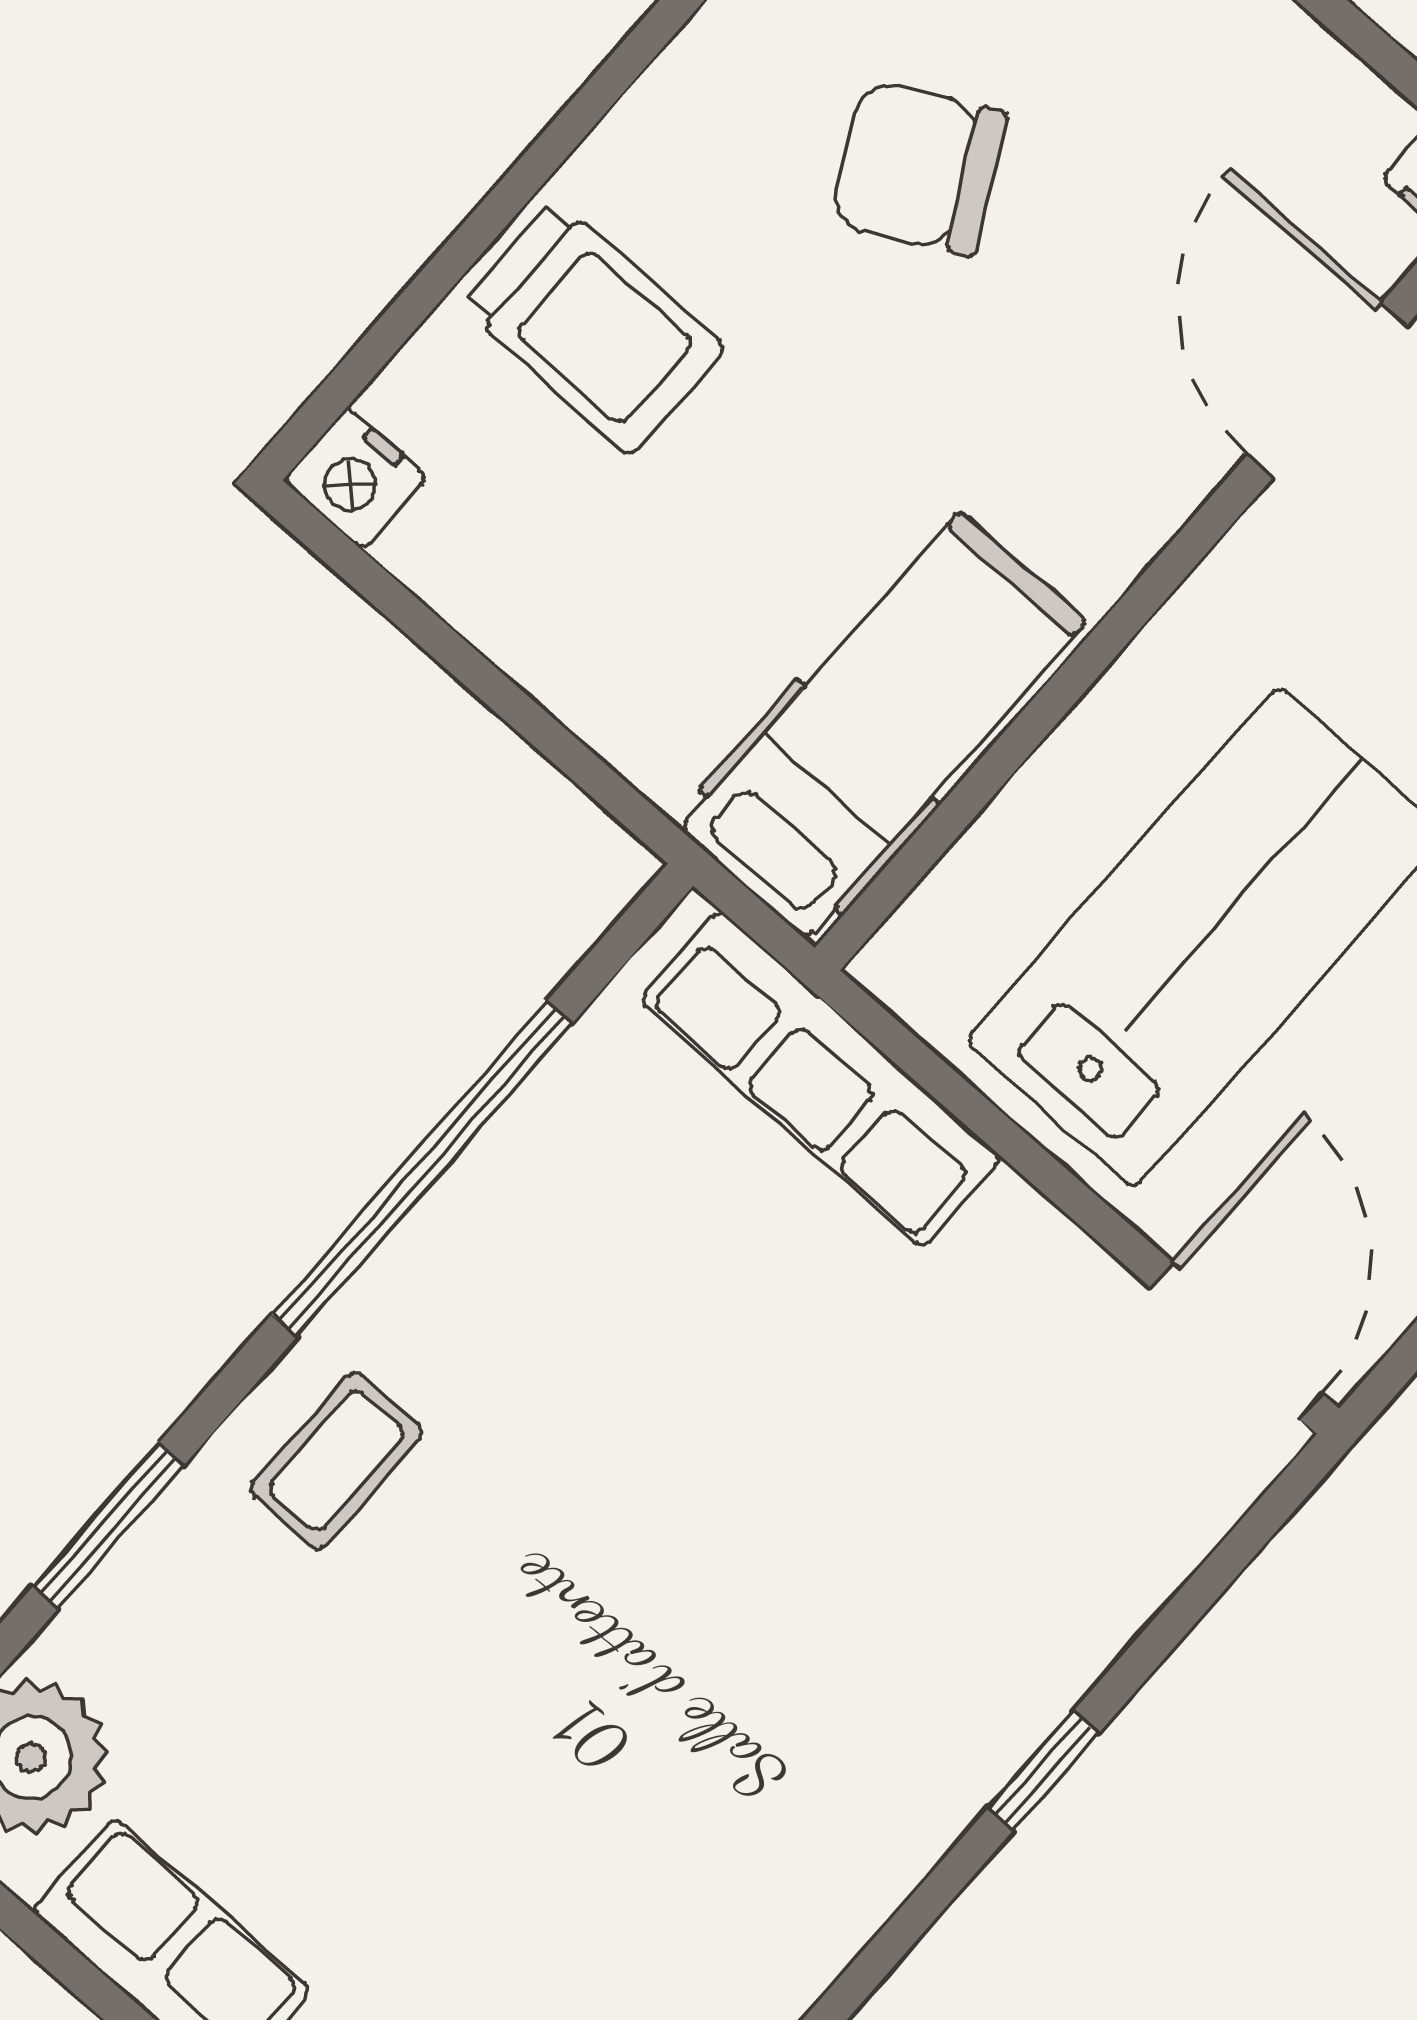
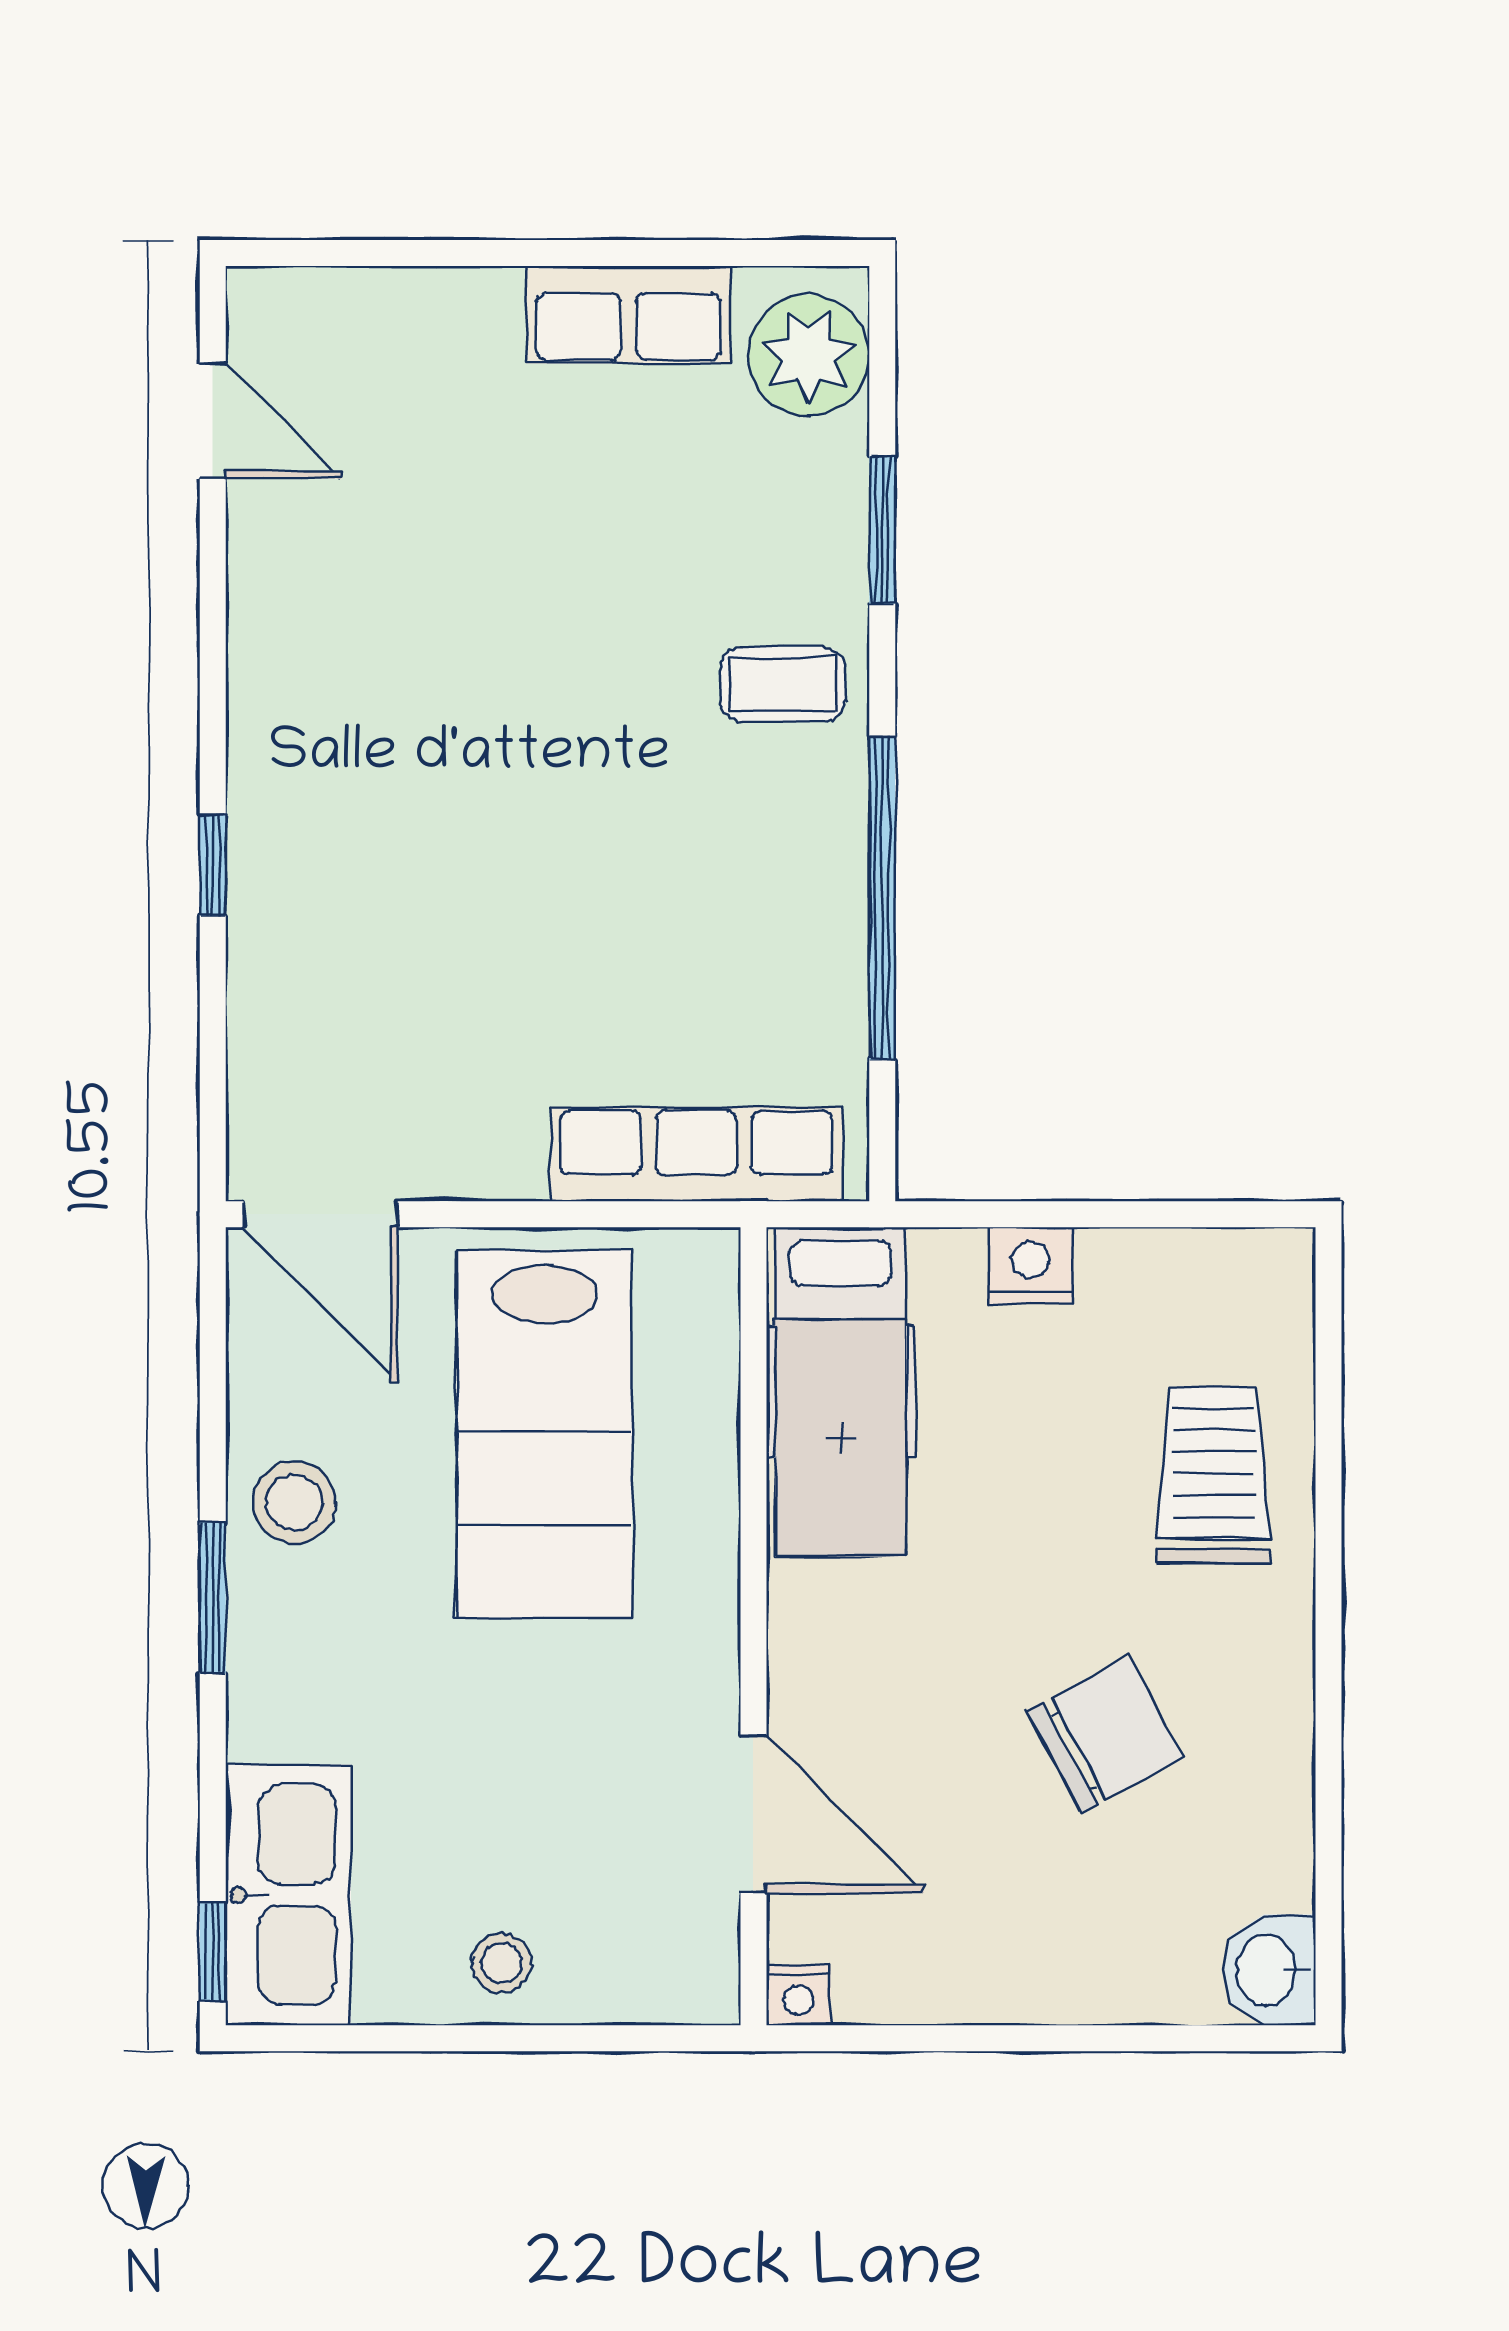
trolley: (593, 327) -> (1213, 1475), turned 90
nightstand: (355, 479) -> (1030, 1265), moved
coffee table: (336, 1461) -> (783, 684), turned 90

